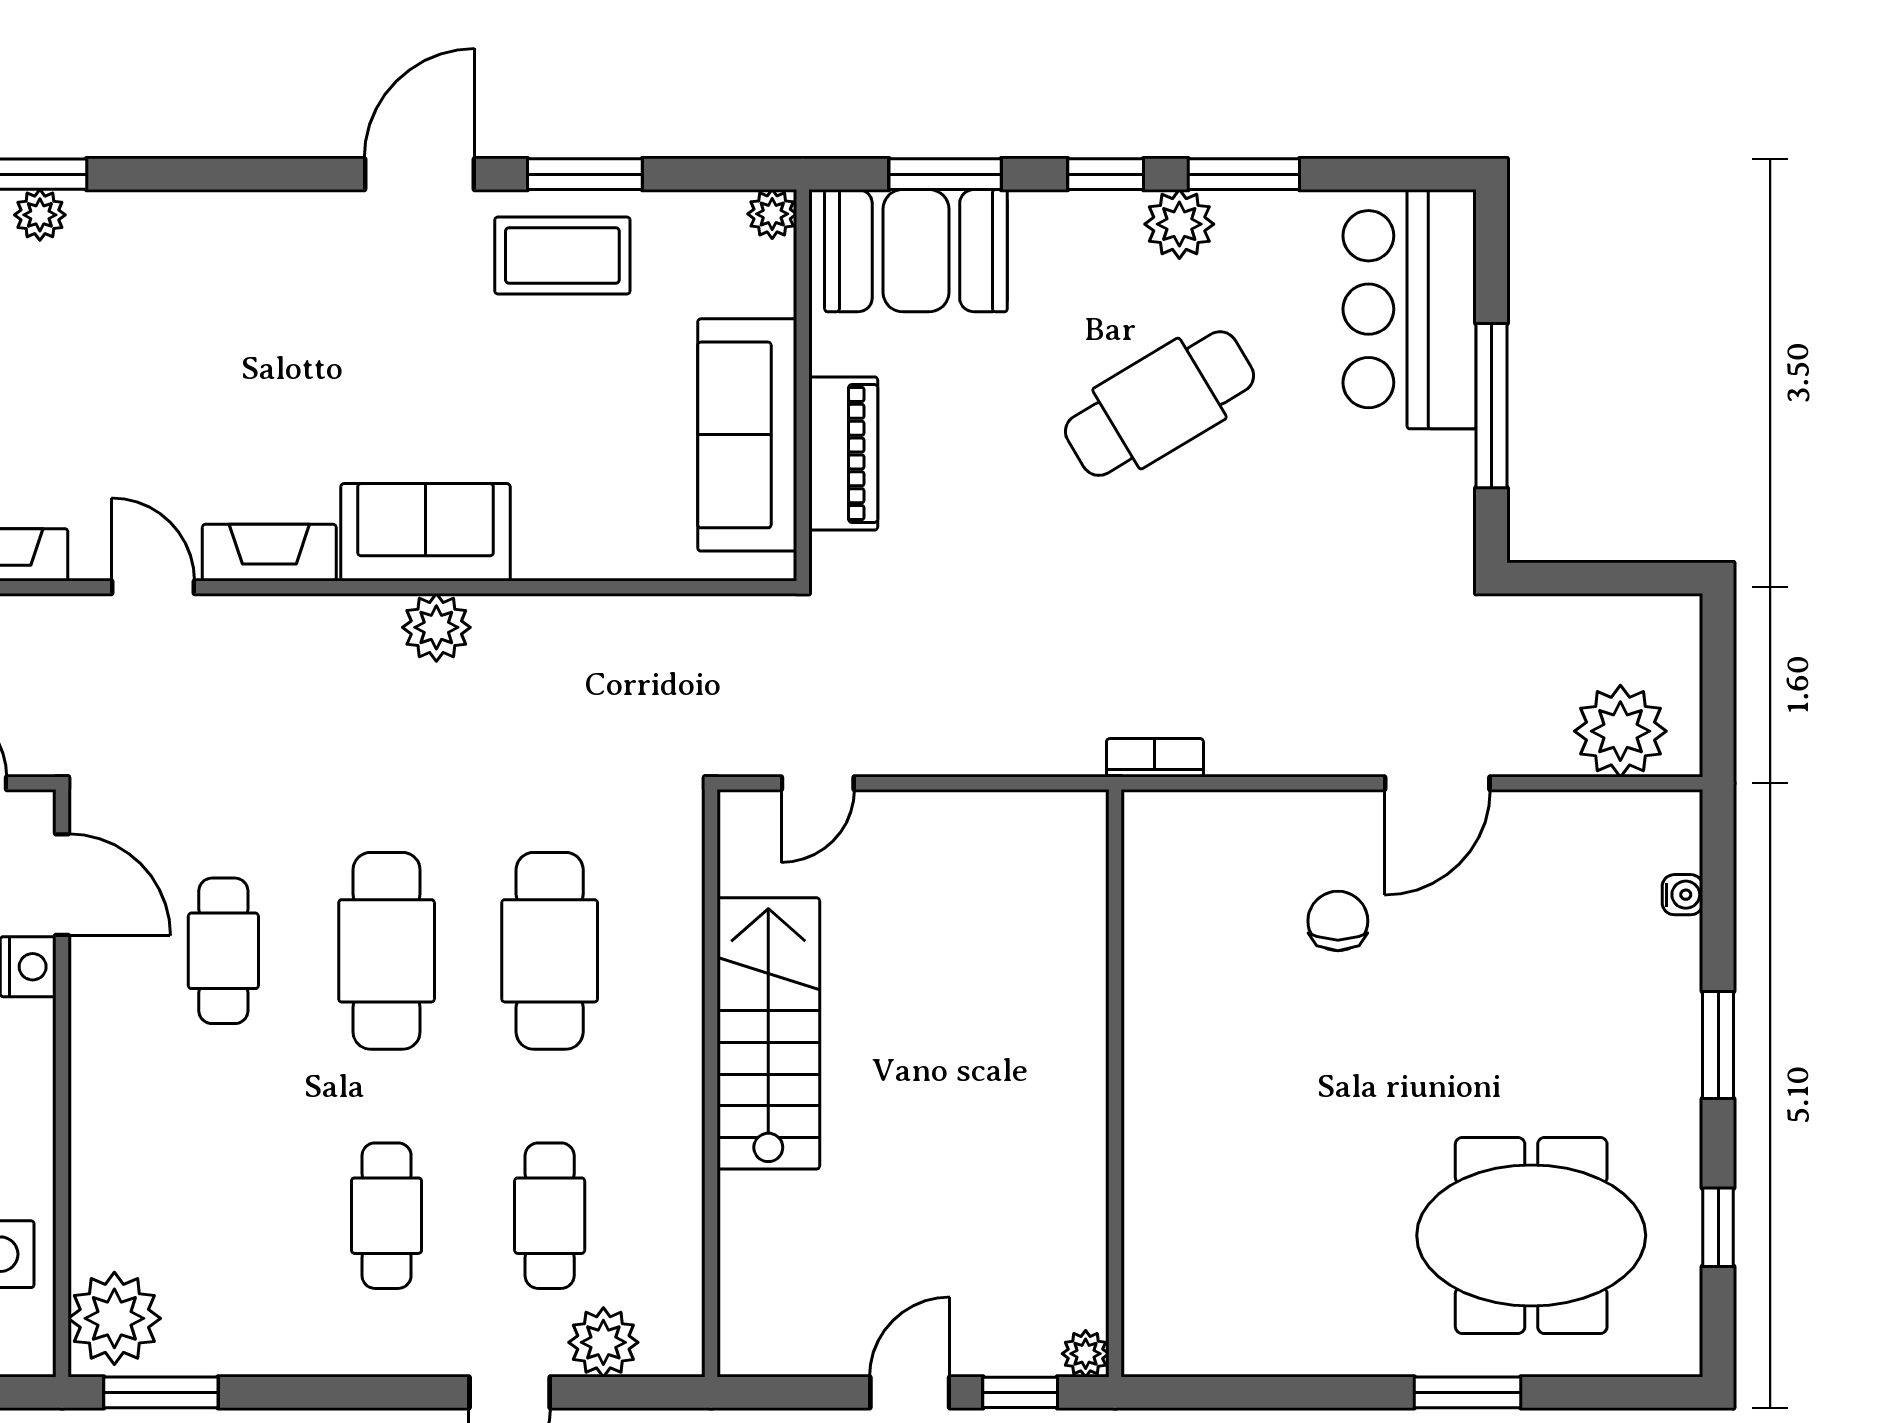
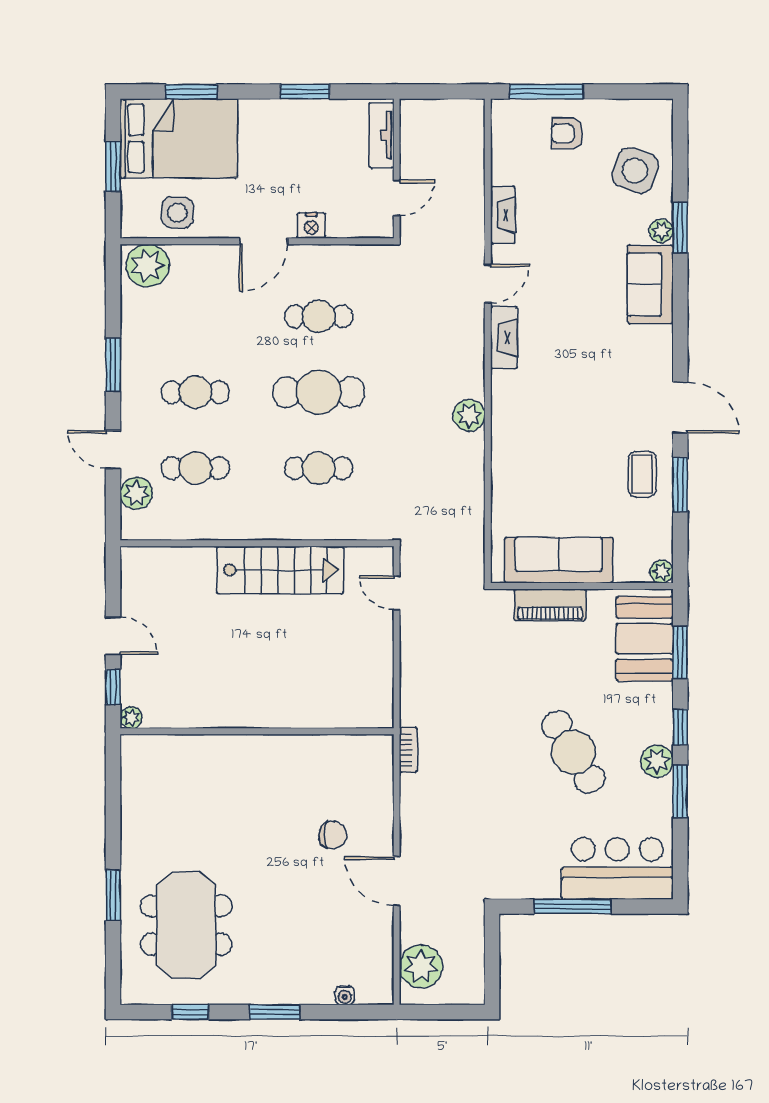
coffee table: (562, 256) -> (642, 474), width x0.73, depth x0.77
sofa: (426, 532) -> (650, 284), moved, turned 180
door: (62, 885) -> (264, 241), moved
cafe table: (550, 951) -> (319, 468), width x0.73, depth x0.74
window: (161, 1392) -> (113, 365), moved

